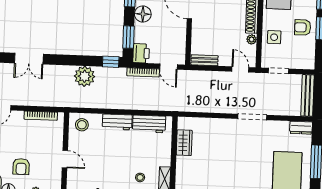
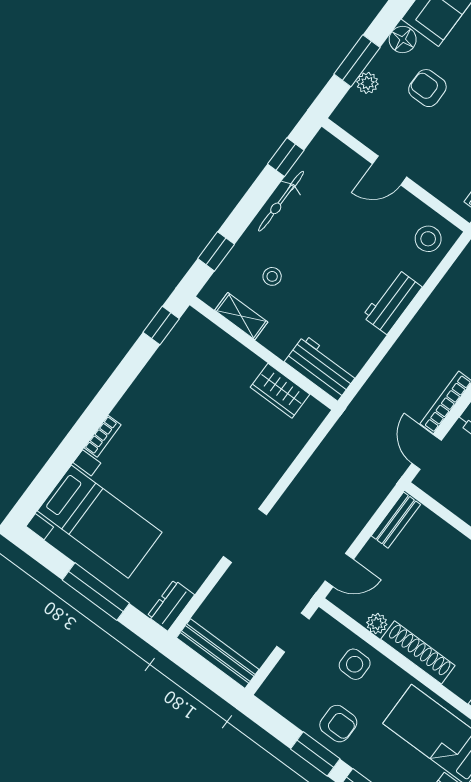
armchair: (303, 27) -> (338, 724), turned 90
door: (168, 67) -> (427, 452), hinge flipped
workbench: (149, 124) -> (321, 368), moved, turned 90

